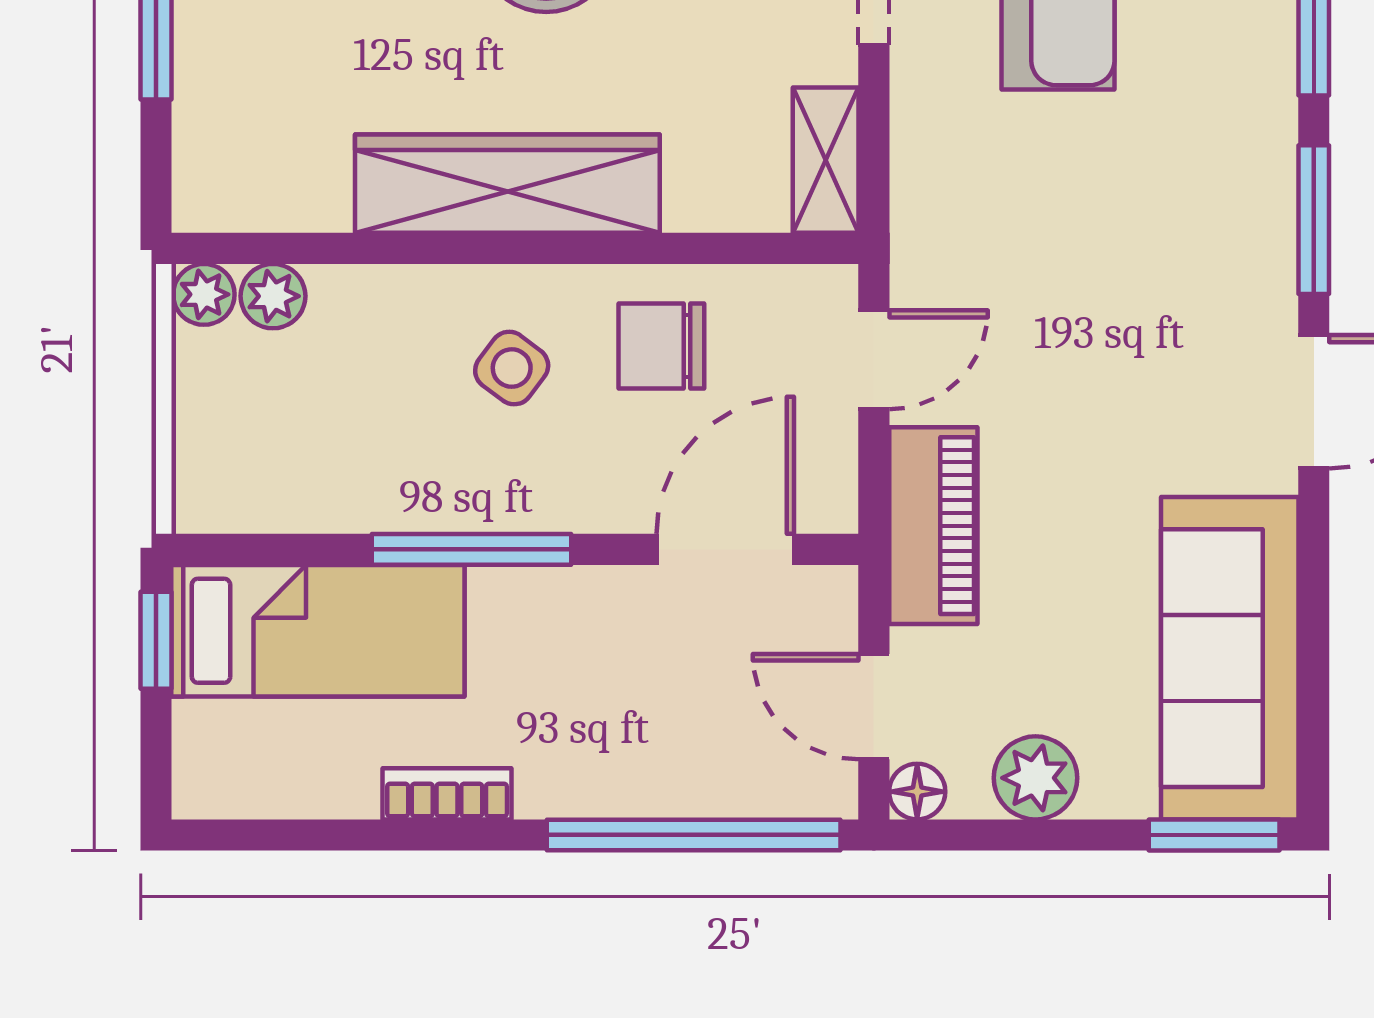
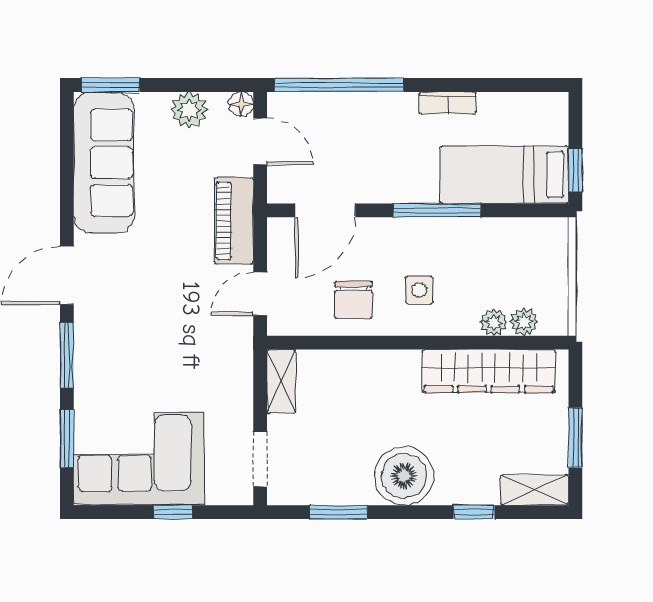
wardrobe: (507, 184) -> (489, 371), moved
plant: (204, 294) -> (494, 322), moved
chair: (661, 346) -> (353, 300), turned 90
side table: (512, 368) -> (419, 290), turned -37

